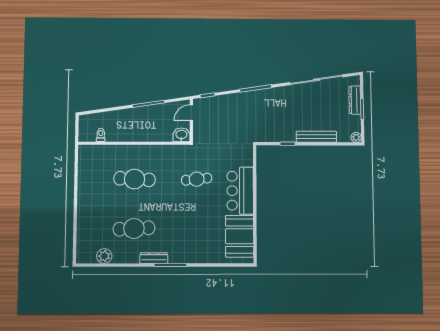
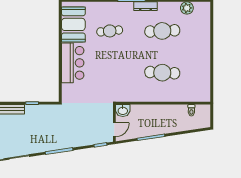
cafe table: (197, 179) -> (110, 31), moved

